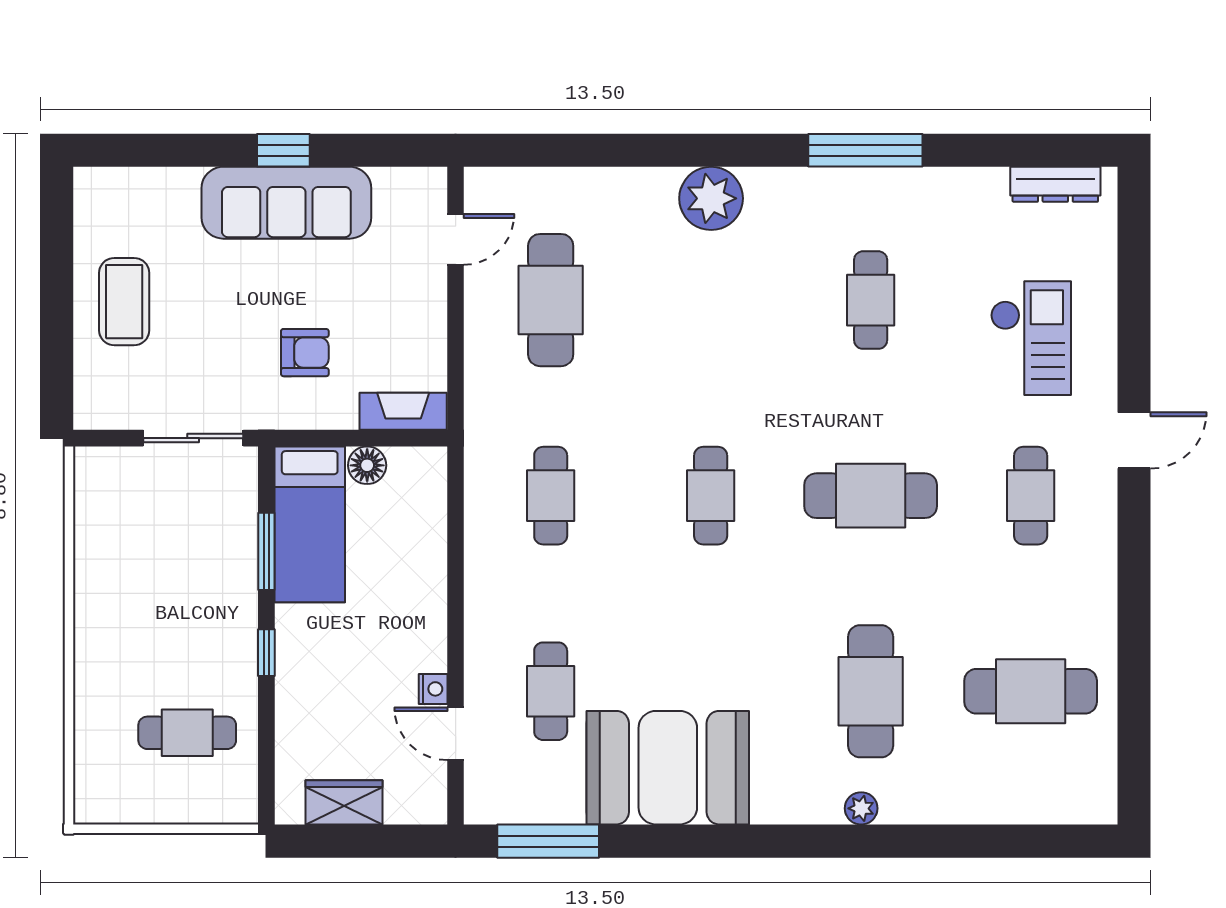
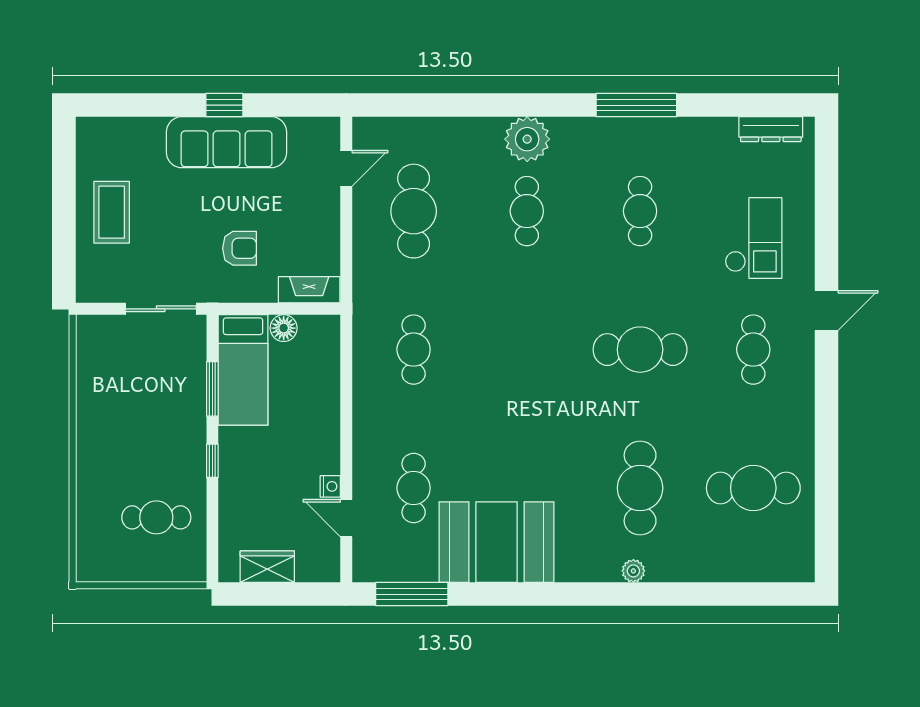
cafe table: (711, 496) -> (527, 211), moved

